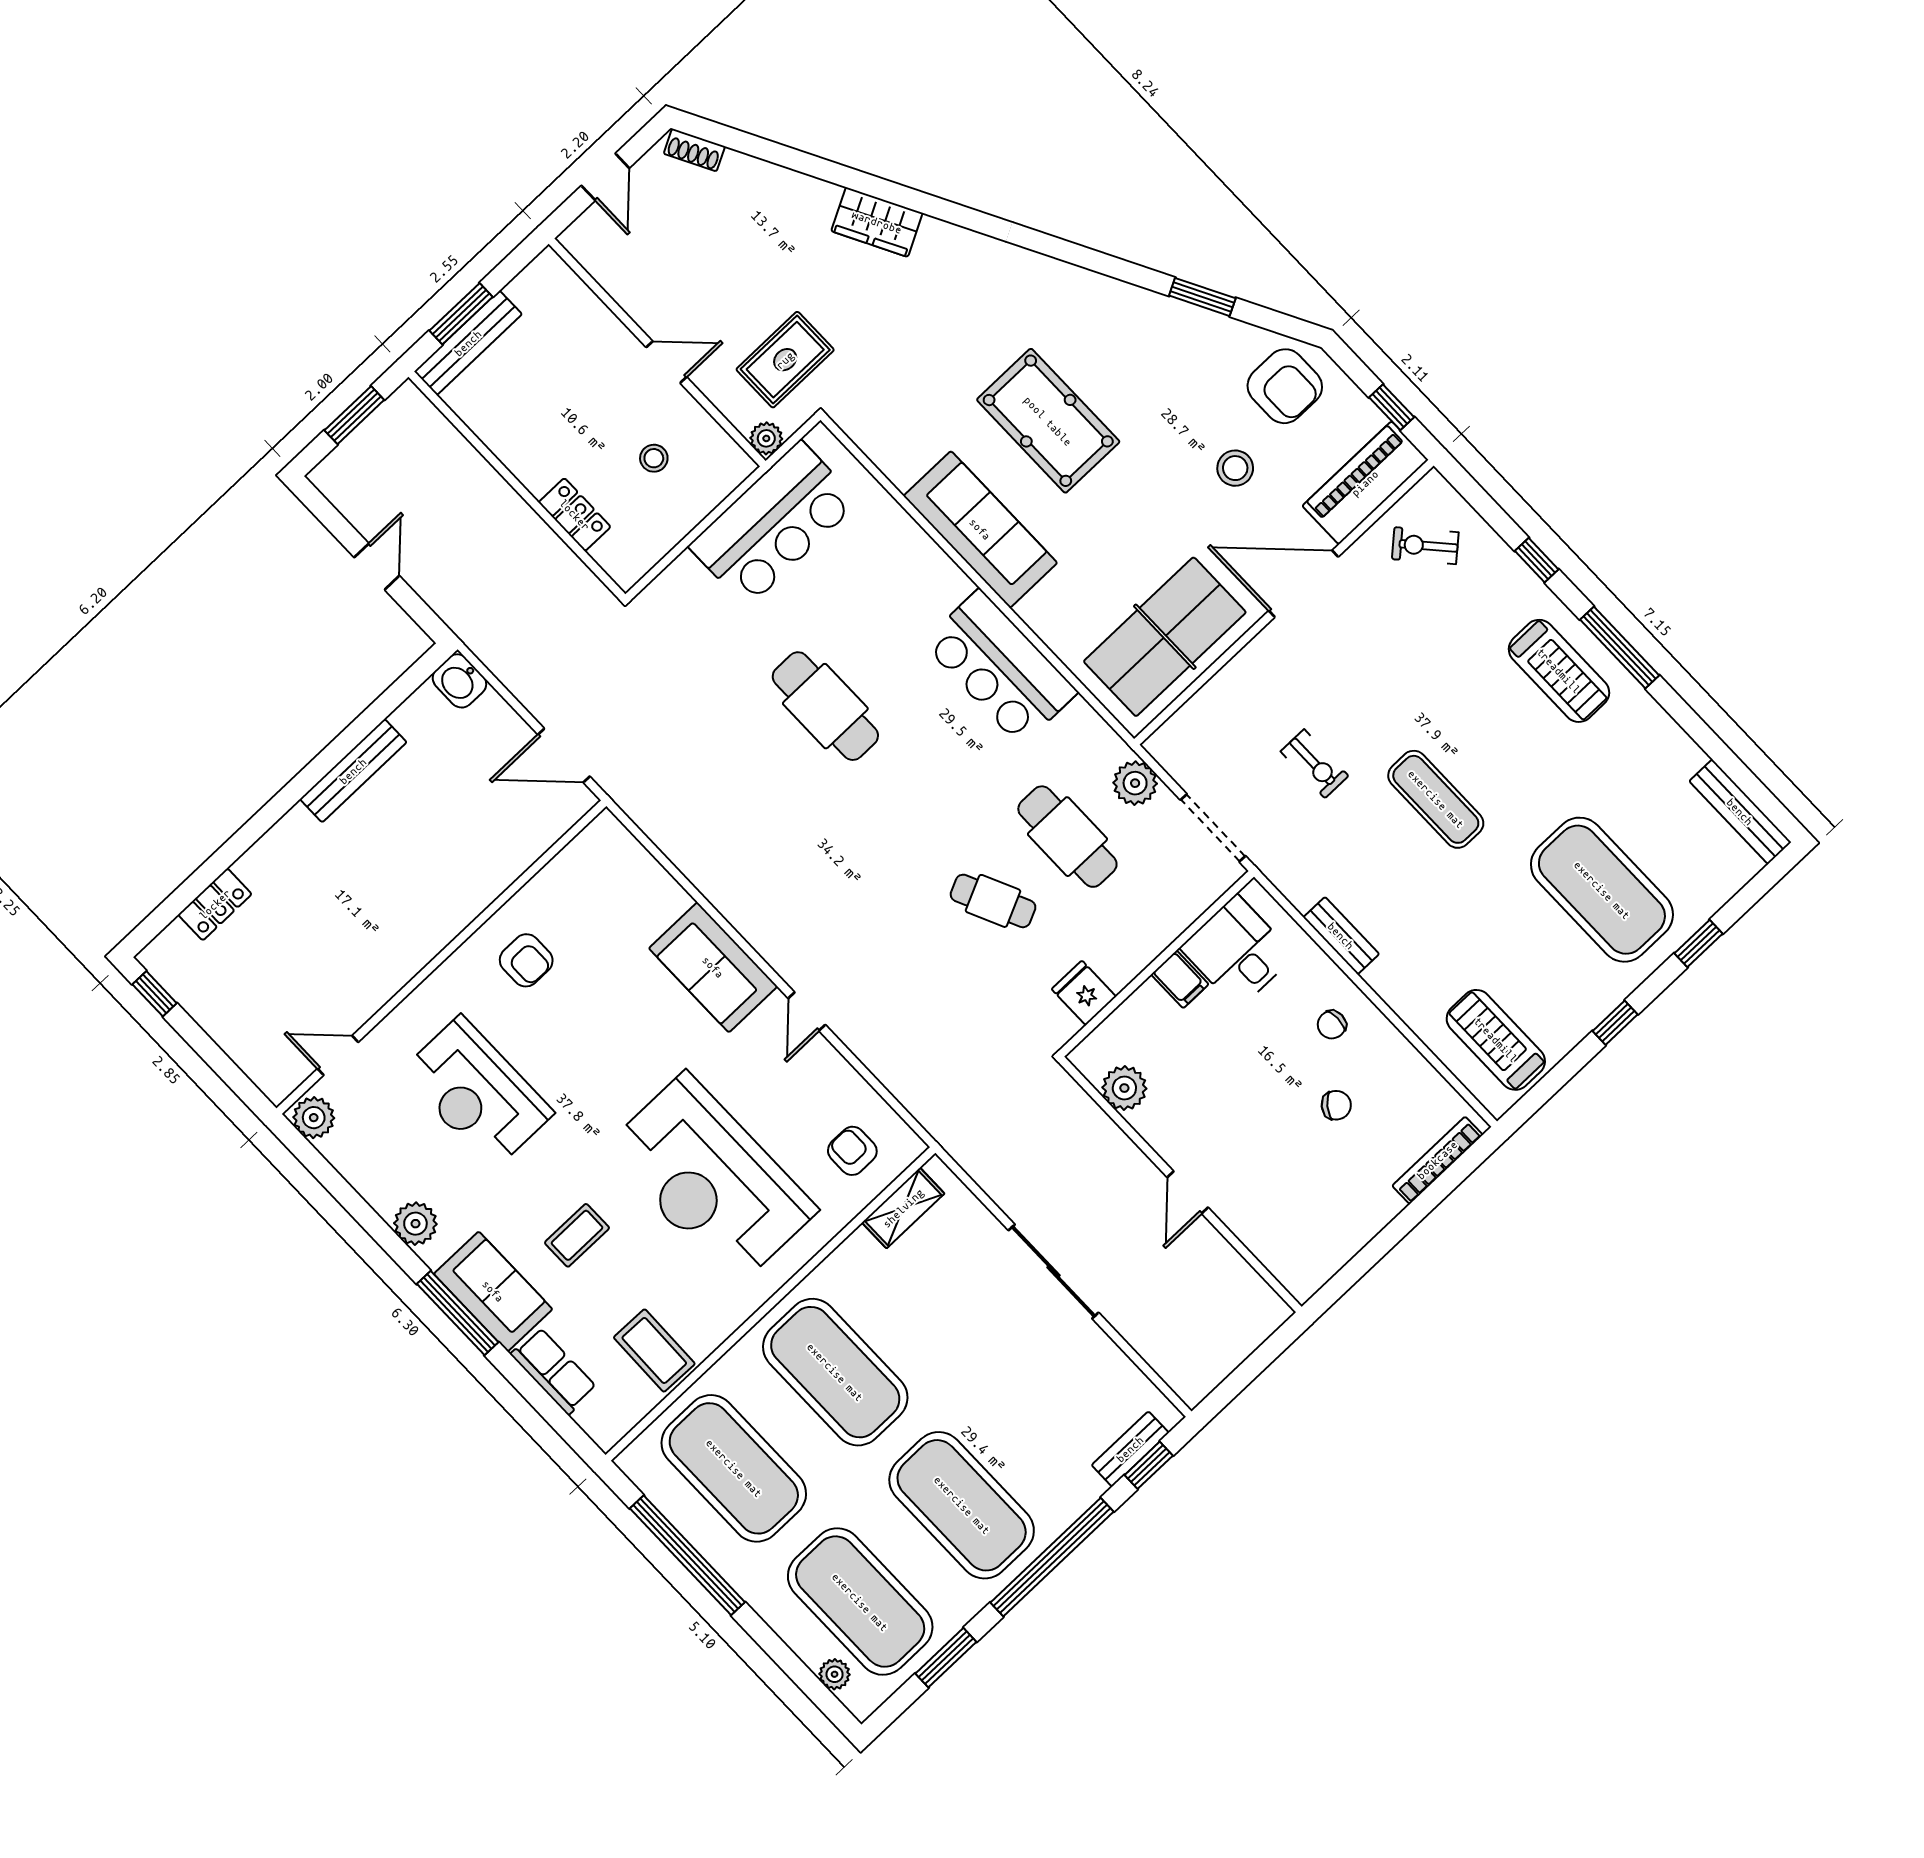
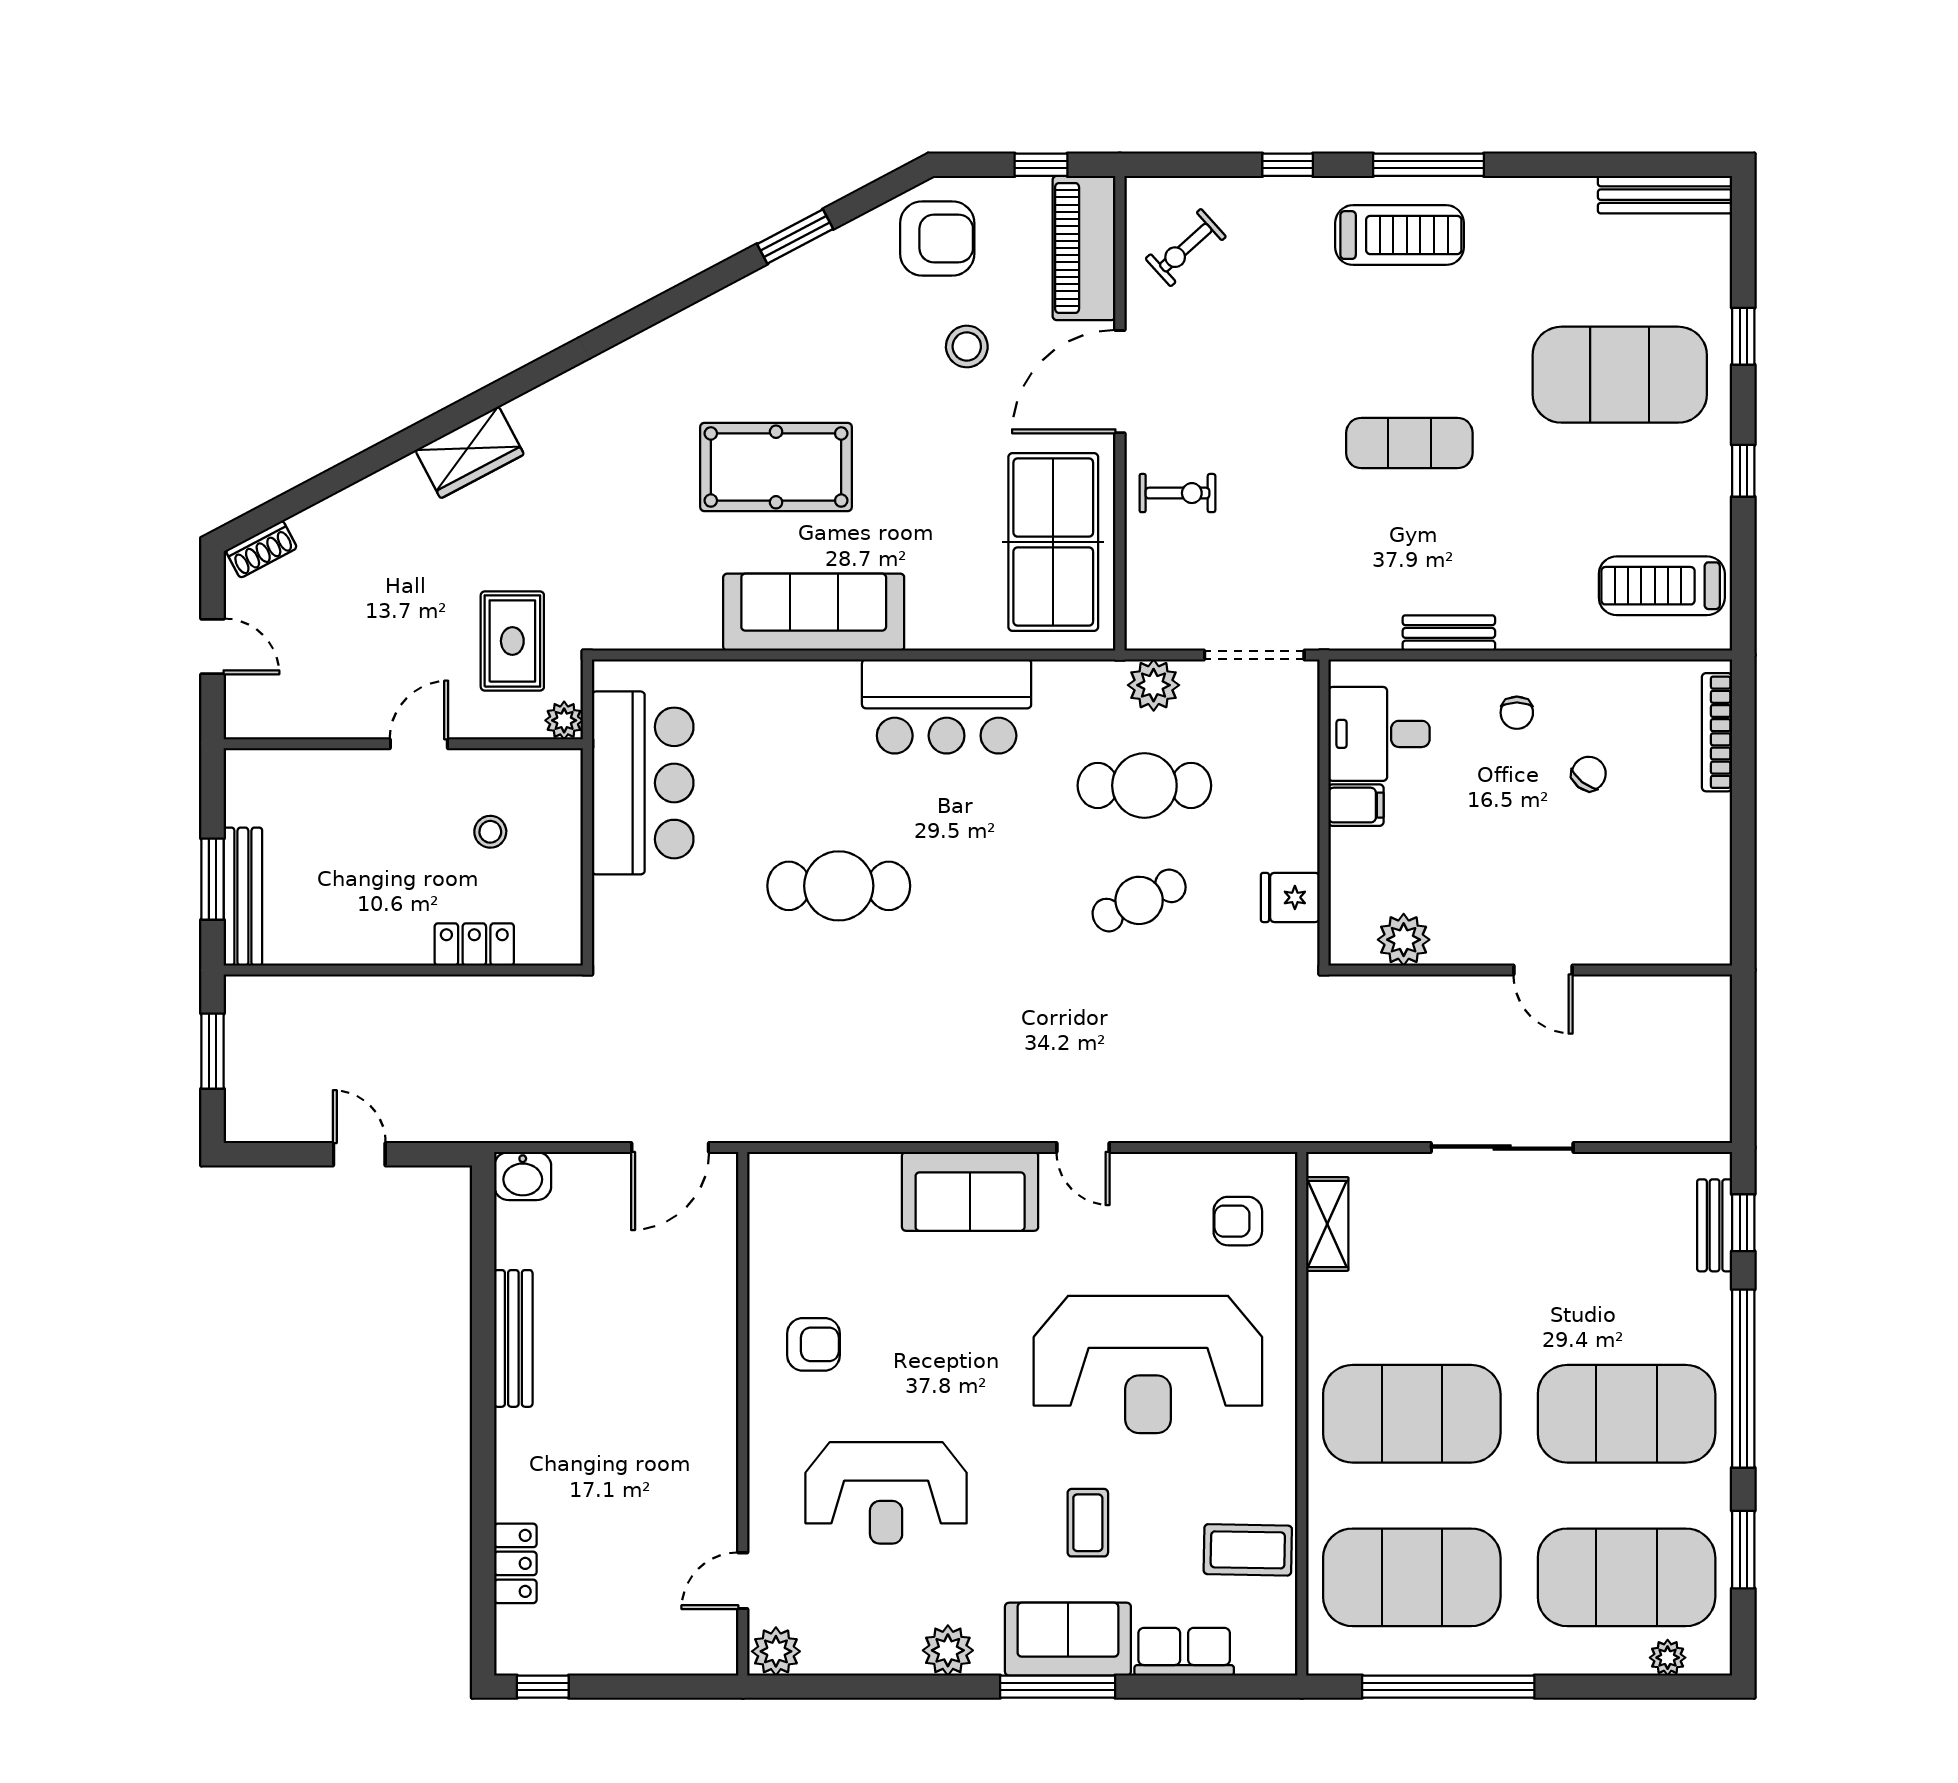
exercise bike: (1314, 764) -> (1177, 493), moved

